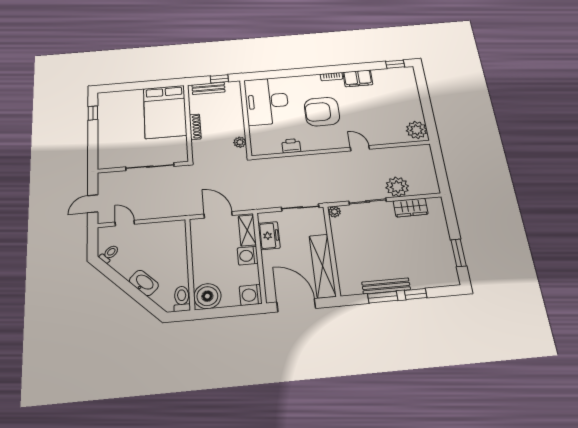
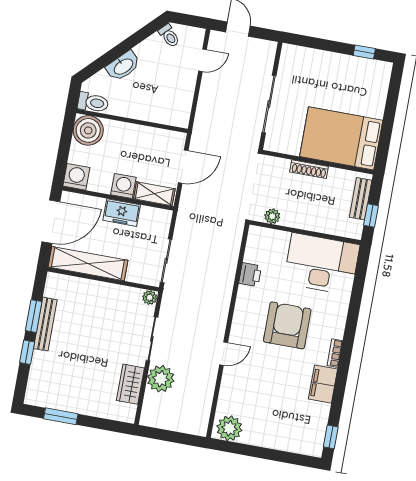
freezer: (269, 236) -> (122, 213), moved

